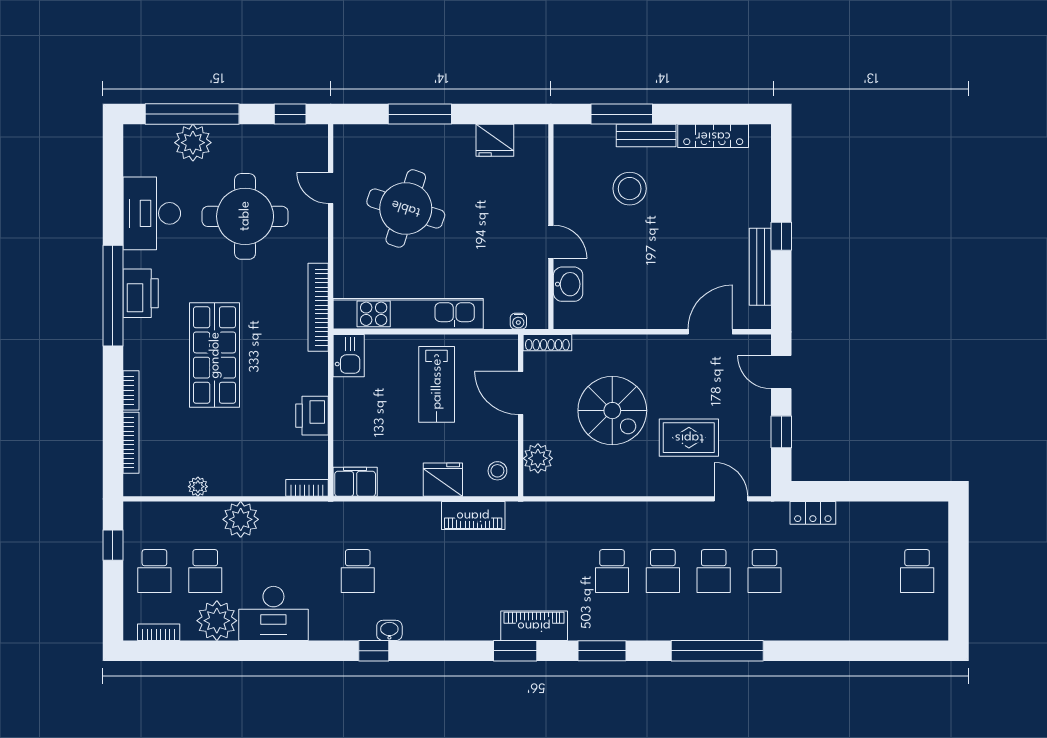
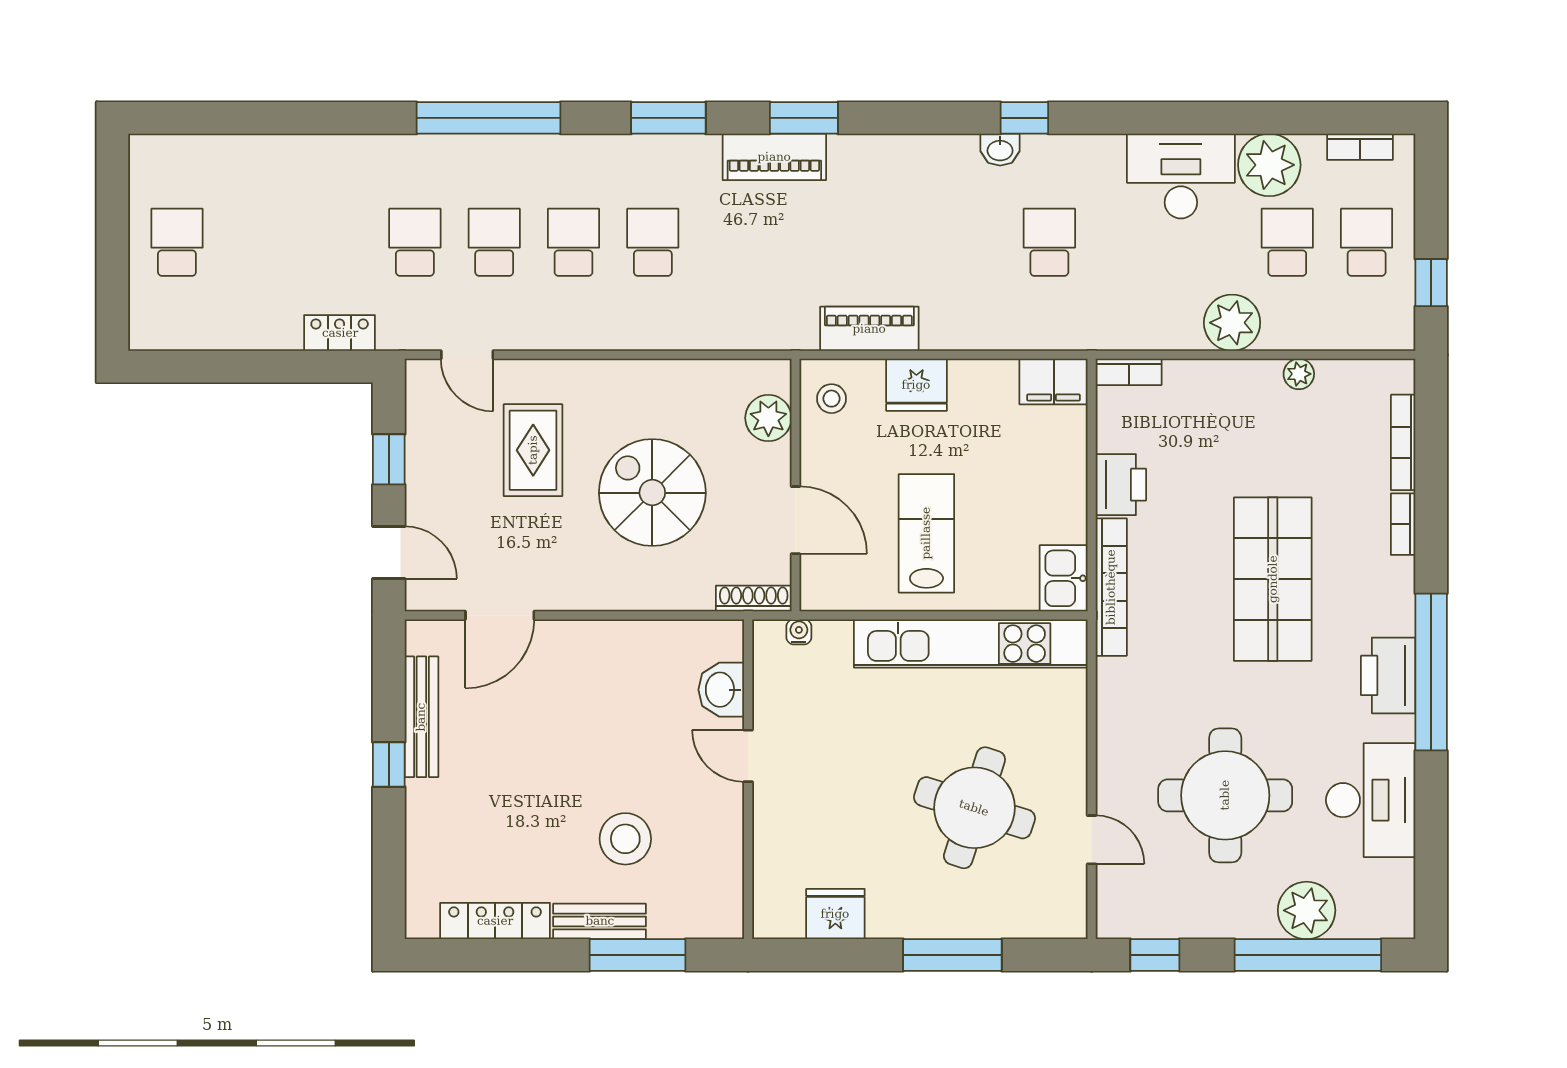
bookcase: (318, 307) -> (1111, 587), moved
rug: (689, 438) -> (533, 450), turned 90

